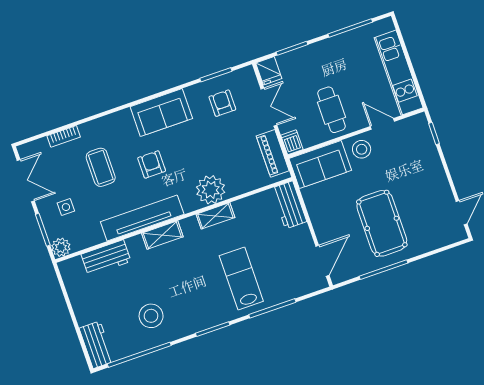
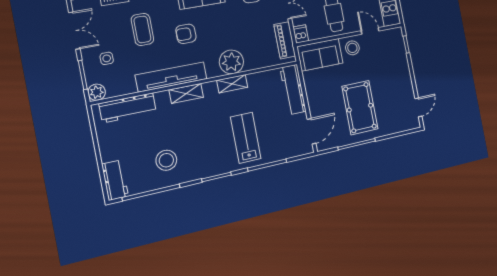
armchair: (152, 164) -> (186, 34), turned -90
workbench: (289, 205) -> (293, 90), width x1.38
workbench: (106, 258) -> (128, 108), width x1.37

